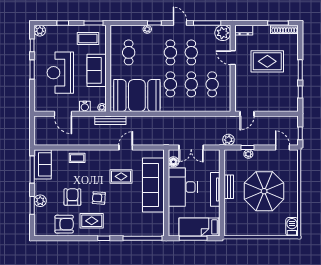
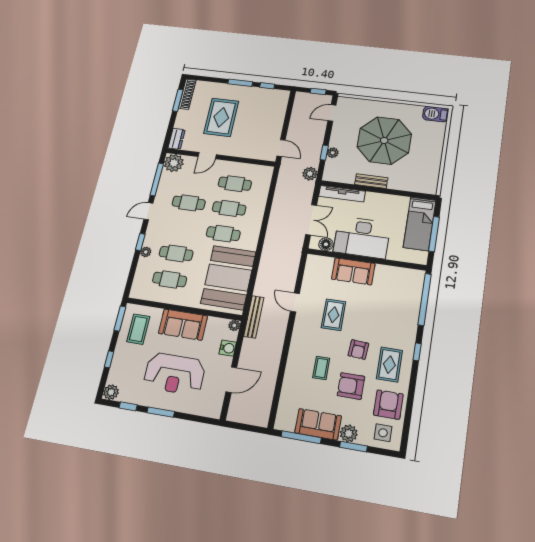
cafe table: (170, 52) -> (176, 253), moved
coffee table: (77, 158) -> (321, 368), moved
sofa: (43, 164) -> (318, 424), moved
sofa: (153, 185) -> (353, 271), width x0.54, depth x0.79
tv unit: (215, 189) -> (342, 194), moved
side table: (45, 223) -> (383, 433), added

